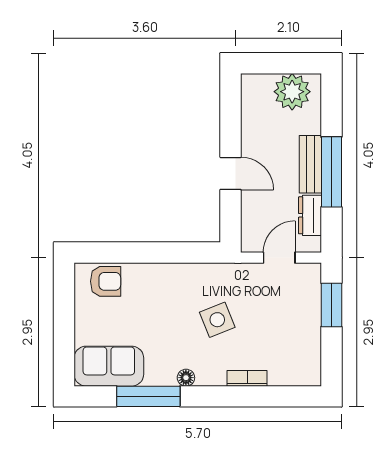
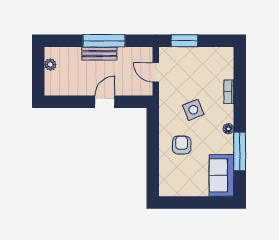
plant: (292, 92) -> (50, 65), width x0.53, depth x0.53
dresser: (310, 215) -> (130, 54), removed
armchair: (106, 281) -> (182, 145), moved

